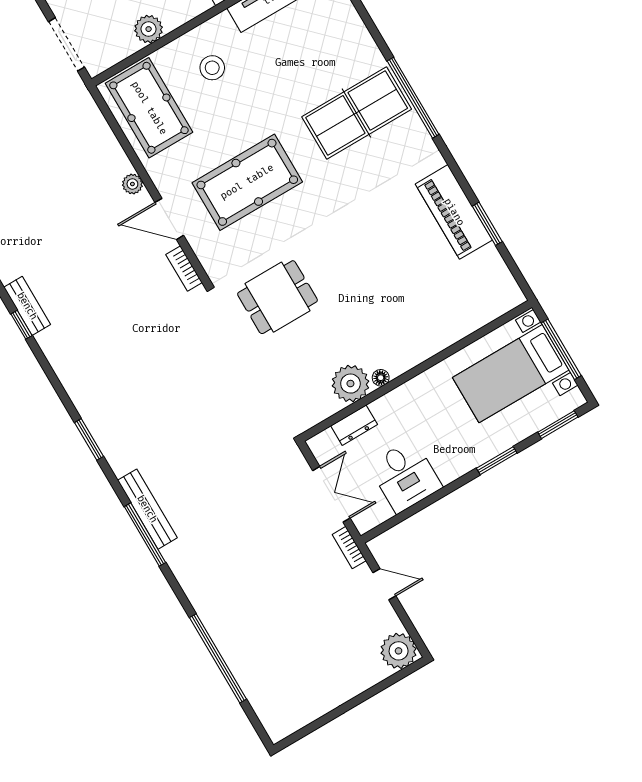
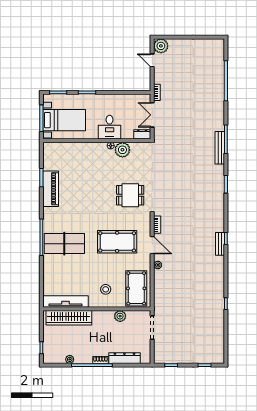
dresser: (354, 425) -> (142, 134), moved
desk: (405, 476) -> (110, 127), moved, turned 180
door: (384, 584) -> (152, 60), moved

